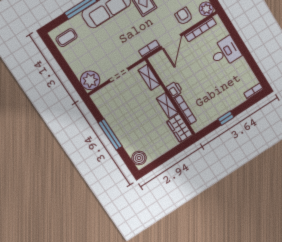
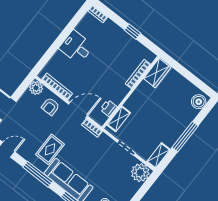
desk: (225, 52) -> (76, 47), moved
printer: (174, 89) -> (109, 108), moved
shelving: (167, 106) -> (158, 156), moved

